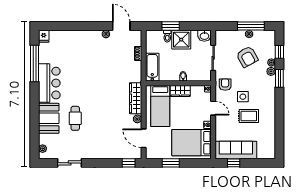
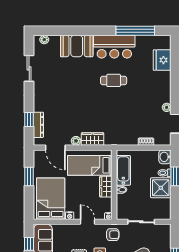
fridge: (44, 36) -> (162, 60), moved, width x1.88, depth x1.34
washbasin: (204, 36) -> (165, 157), moved
bathtub: (152, 67) -> (123, 170), moved, turned -90
wardrobe: (136, 98) -> (93, 139), width x0.67
door: (213, 108) -> (88, 222), swing flipped
cafe table: (75, 118) -> (114, 80), moved
door: (144, 138) -> (55, 148), swing flipped
dresser: (122, 154) -> (38, 125), added
window: (129, 163) -> (29, 120), moved

